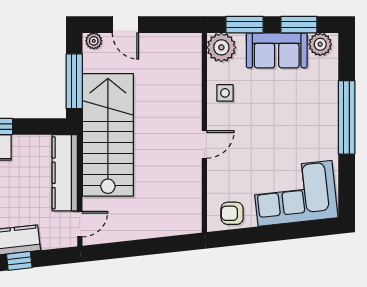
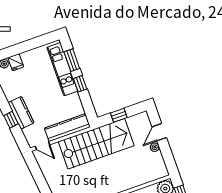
plant: (94, 41) -> (155, 147), moved
window: (74, 81) -> (119, 115), width x0.46

